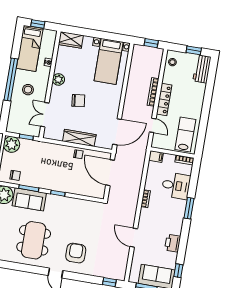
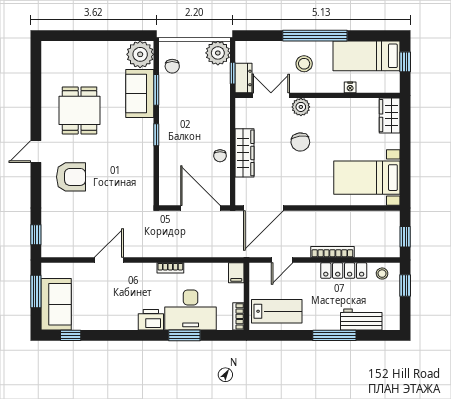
window: (194, 50) -> (405, 286), moved
workbench: (202, 69) -> (361, 320), moved
plant: (58, 79) -> (301, 107), moved
locker: (164, 100) -> (344, 271), moved
window: (207, 100) -> (334, 335), added
dresser: (31, 130) -> (244, 78), added
door: (117, 132) -> (264, 208), hinge flipped
door: (110, 173) -> (200, 208), hinge flipped
desk: (176, 186) -> (191, 310), width x1.37
window: (189, 208) -> (184, 335), moved
dining table: (34, 240) -> (80, 110), width x0.73
printer: (173, 243) -> (151, 320), moved

